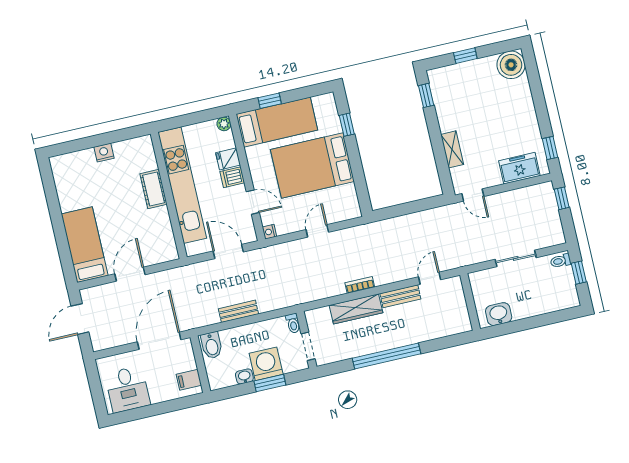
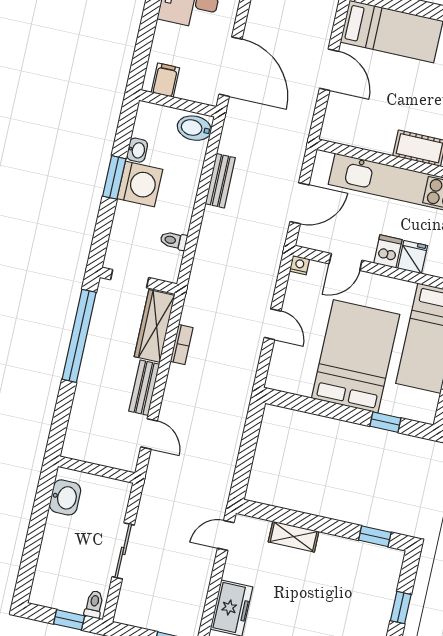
wall: (306, 340) -> (138, 281), moved
doorway: (308, 346) -> (130, 279), moved

